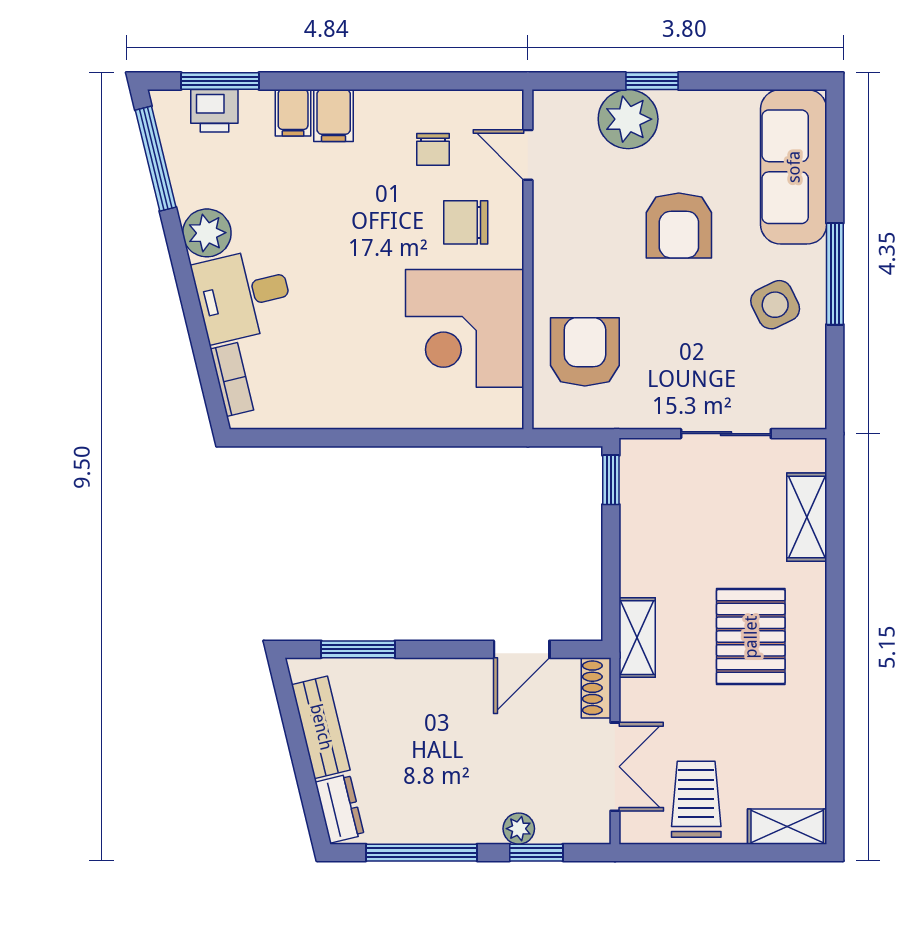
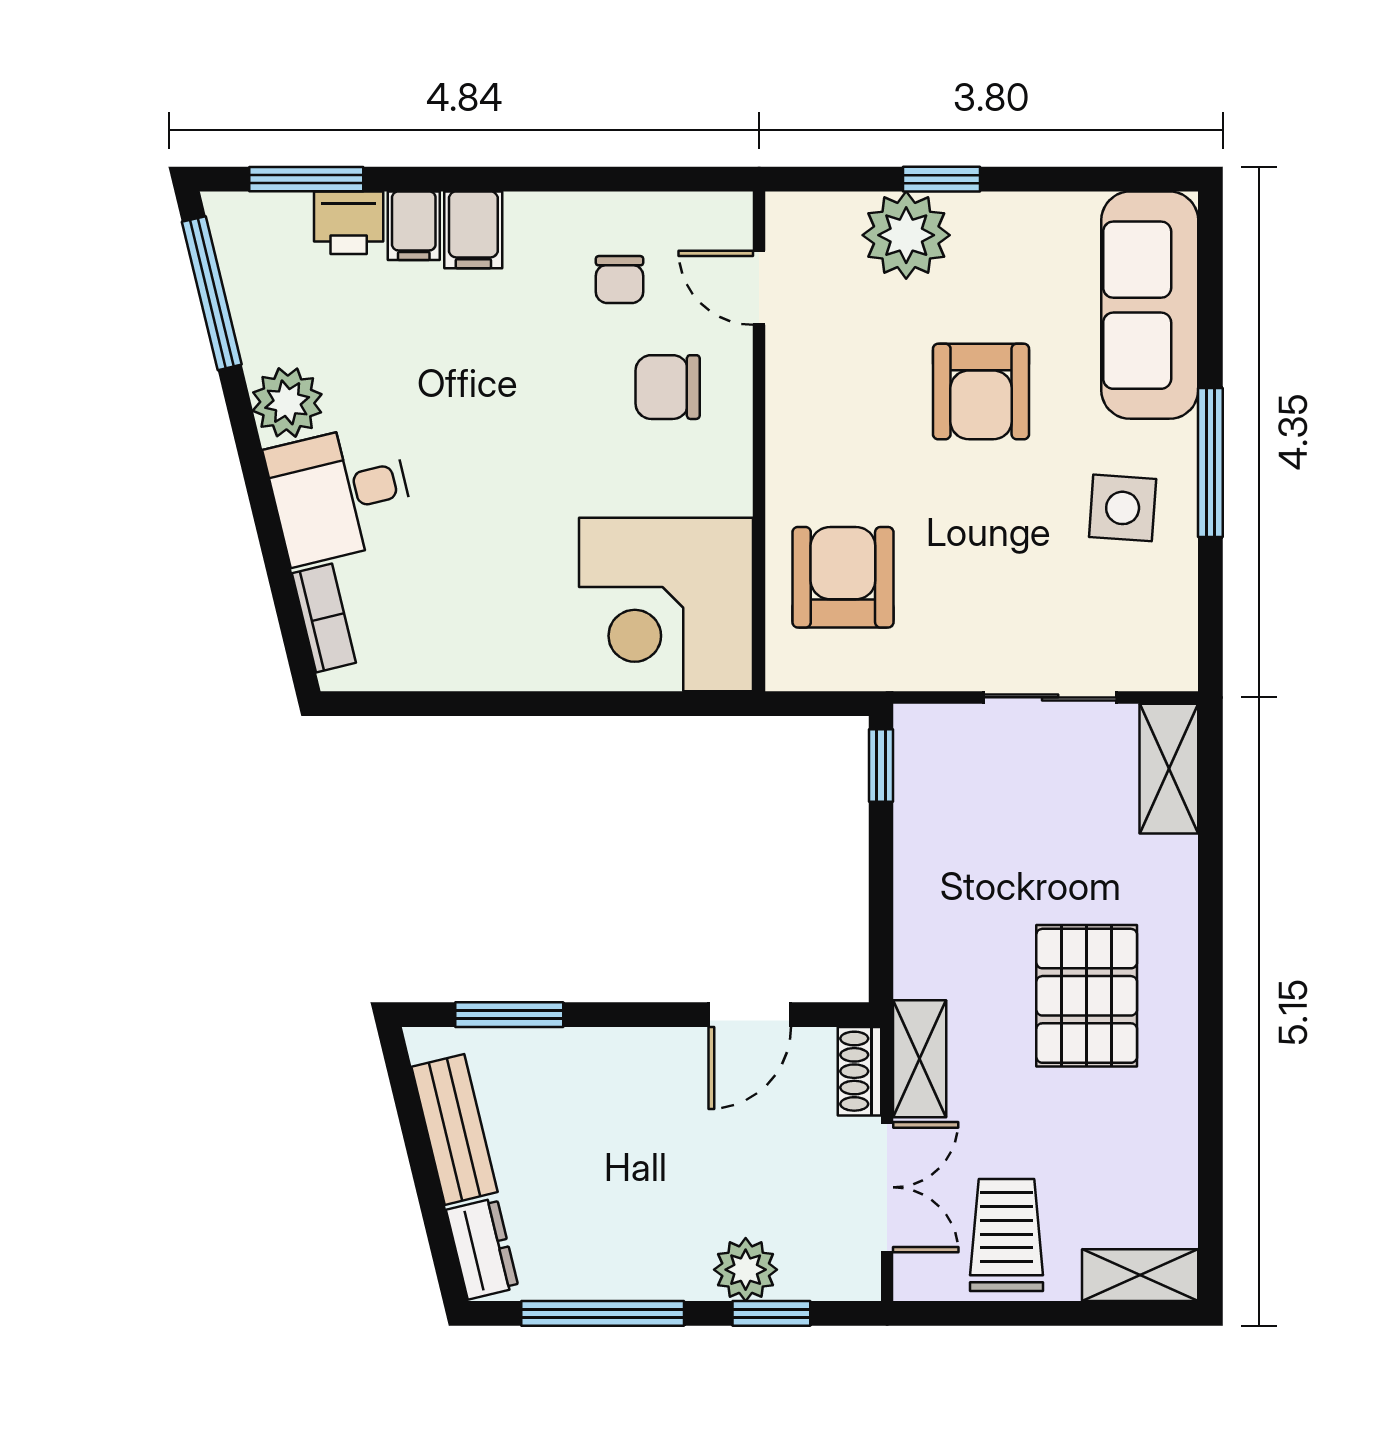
printer: (214, 111) -> (349, 223), moved
side table: (775, 305) -> (1123, 508), turned 30
corner desk: (465, 328) -> (666, 604), moved
shelving: (807, 517) -> (1169, 769), moved
shelving: (637, 638) -> (920, 1059), moved
plant: (519, 829) -> (746, 1270), width x1.38, depth x1.38

